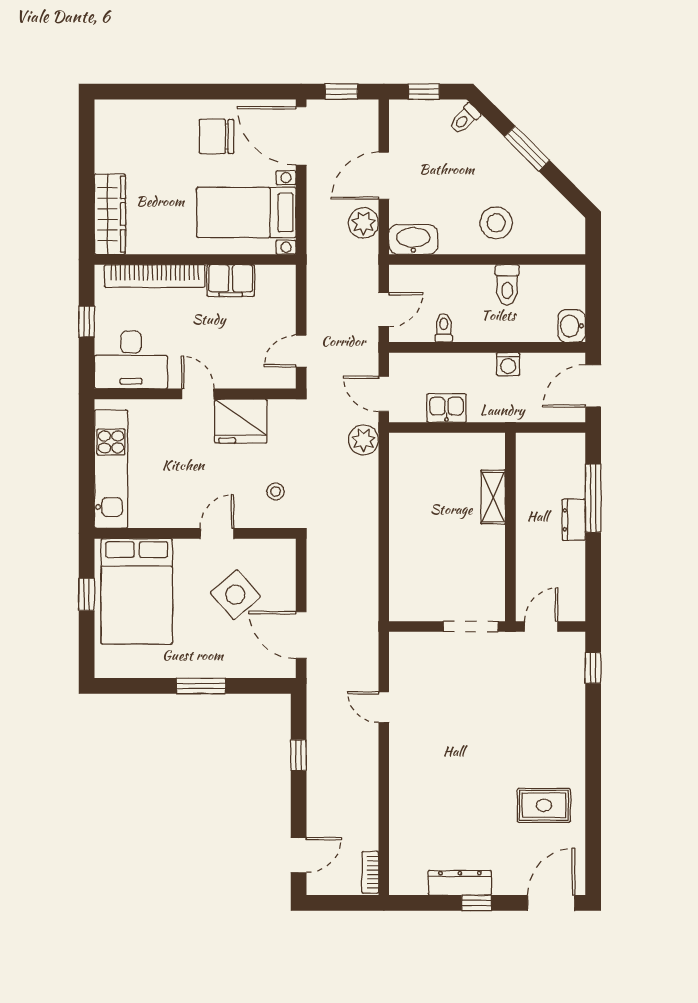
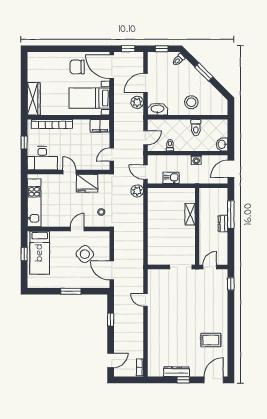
filing cabinet: (231, 281) -> (100, 126), moved
bed: (137, 591) -> (40, 253), width x0.67

